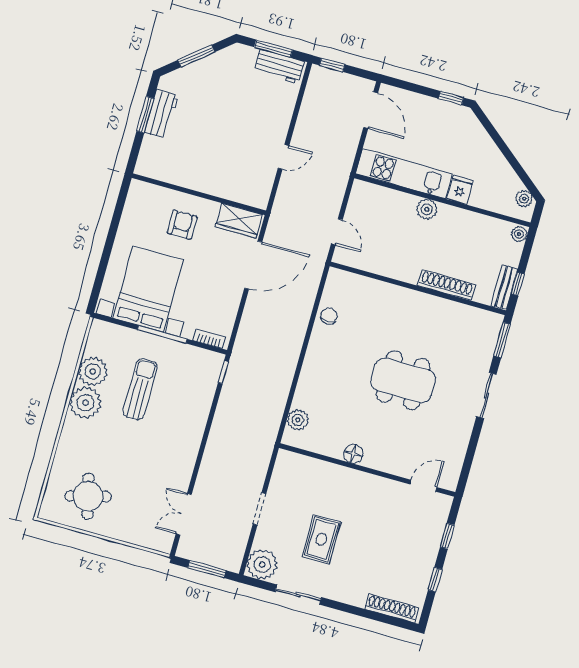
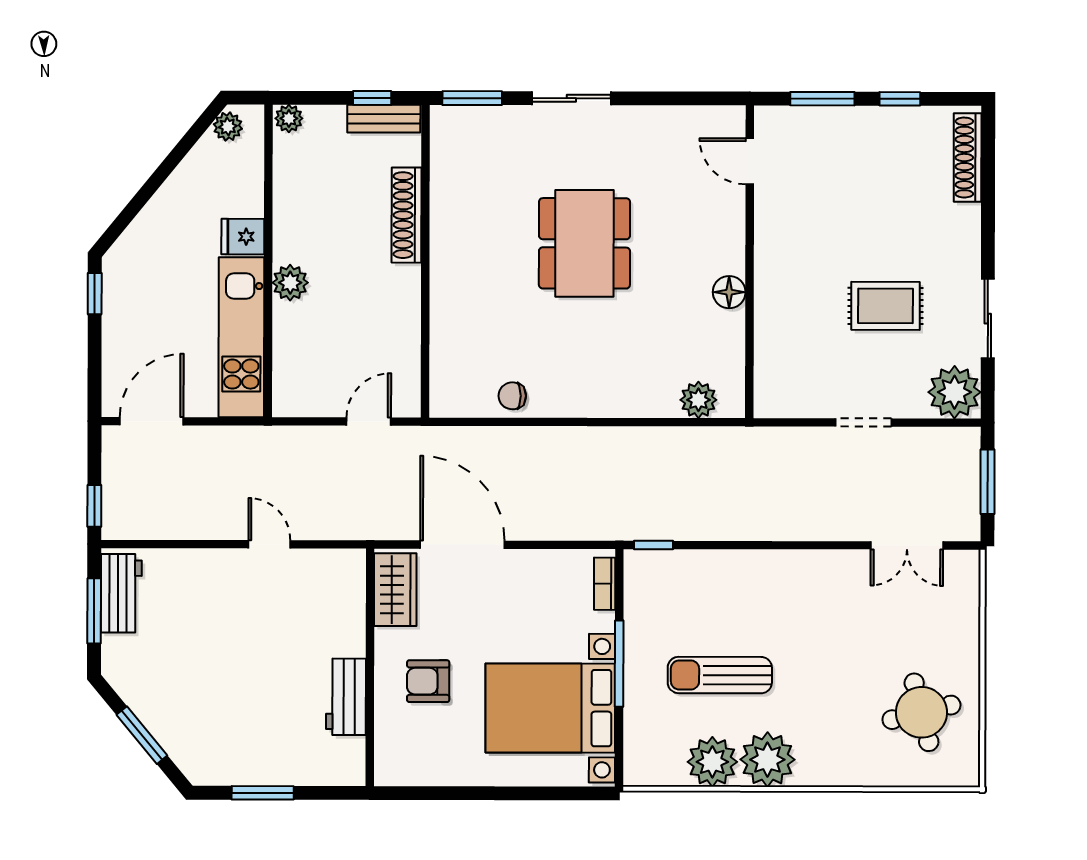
workbench: (161, 114) -> (346, 697), moved, turned -90
window: (447, 536) -> (822, 99), width x1.50

